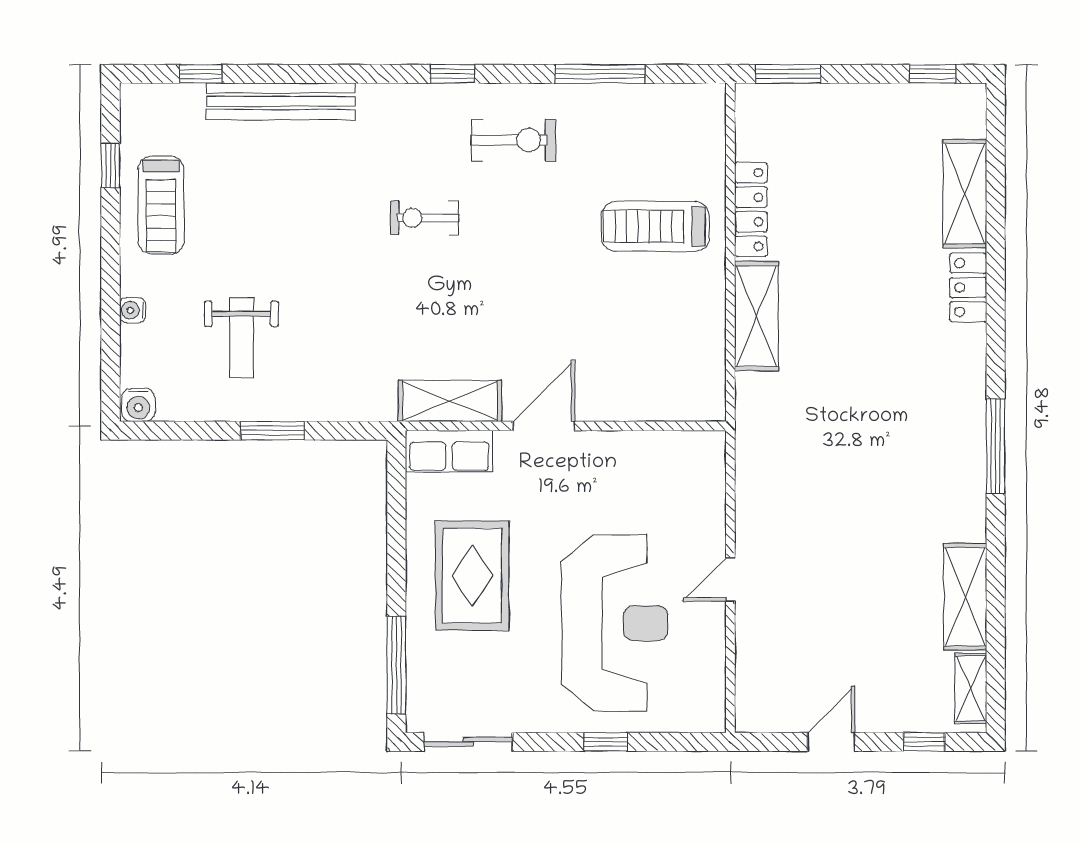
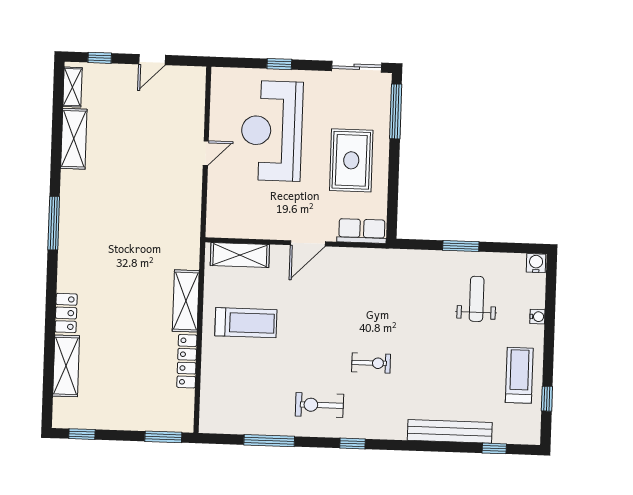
treadmill: (655, 227) -> (246, 323), moved
shelving: (450, 401) -> (240, 255), moved

